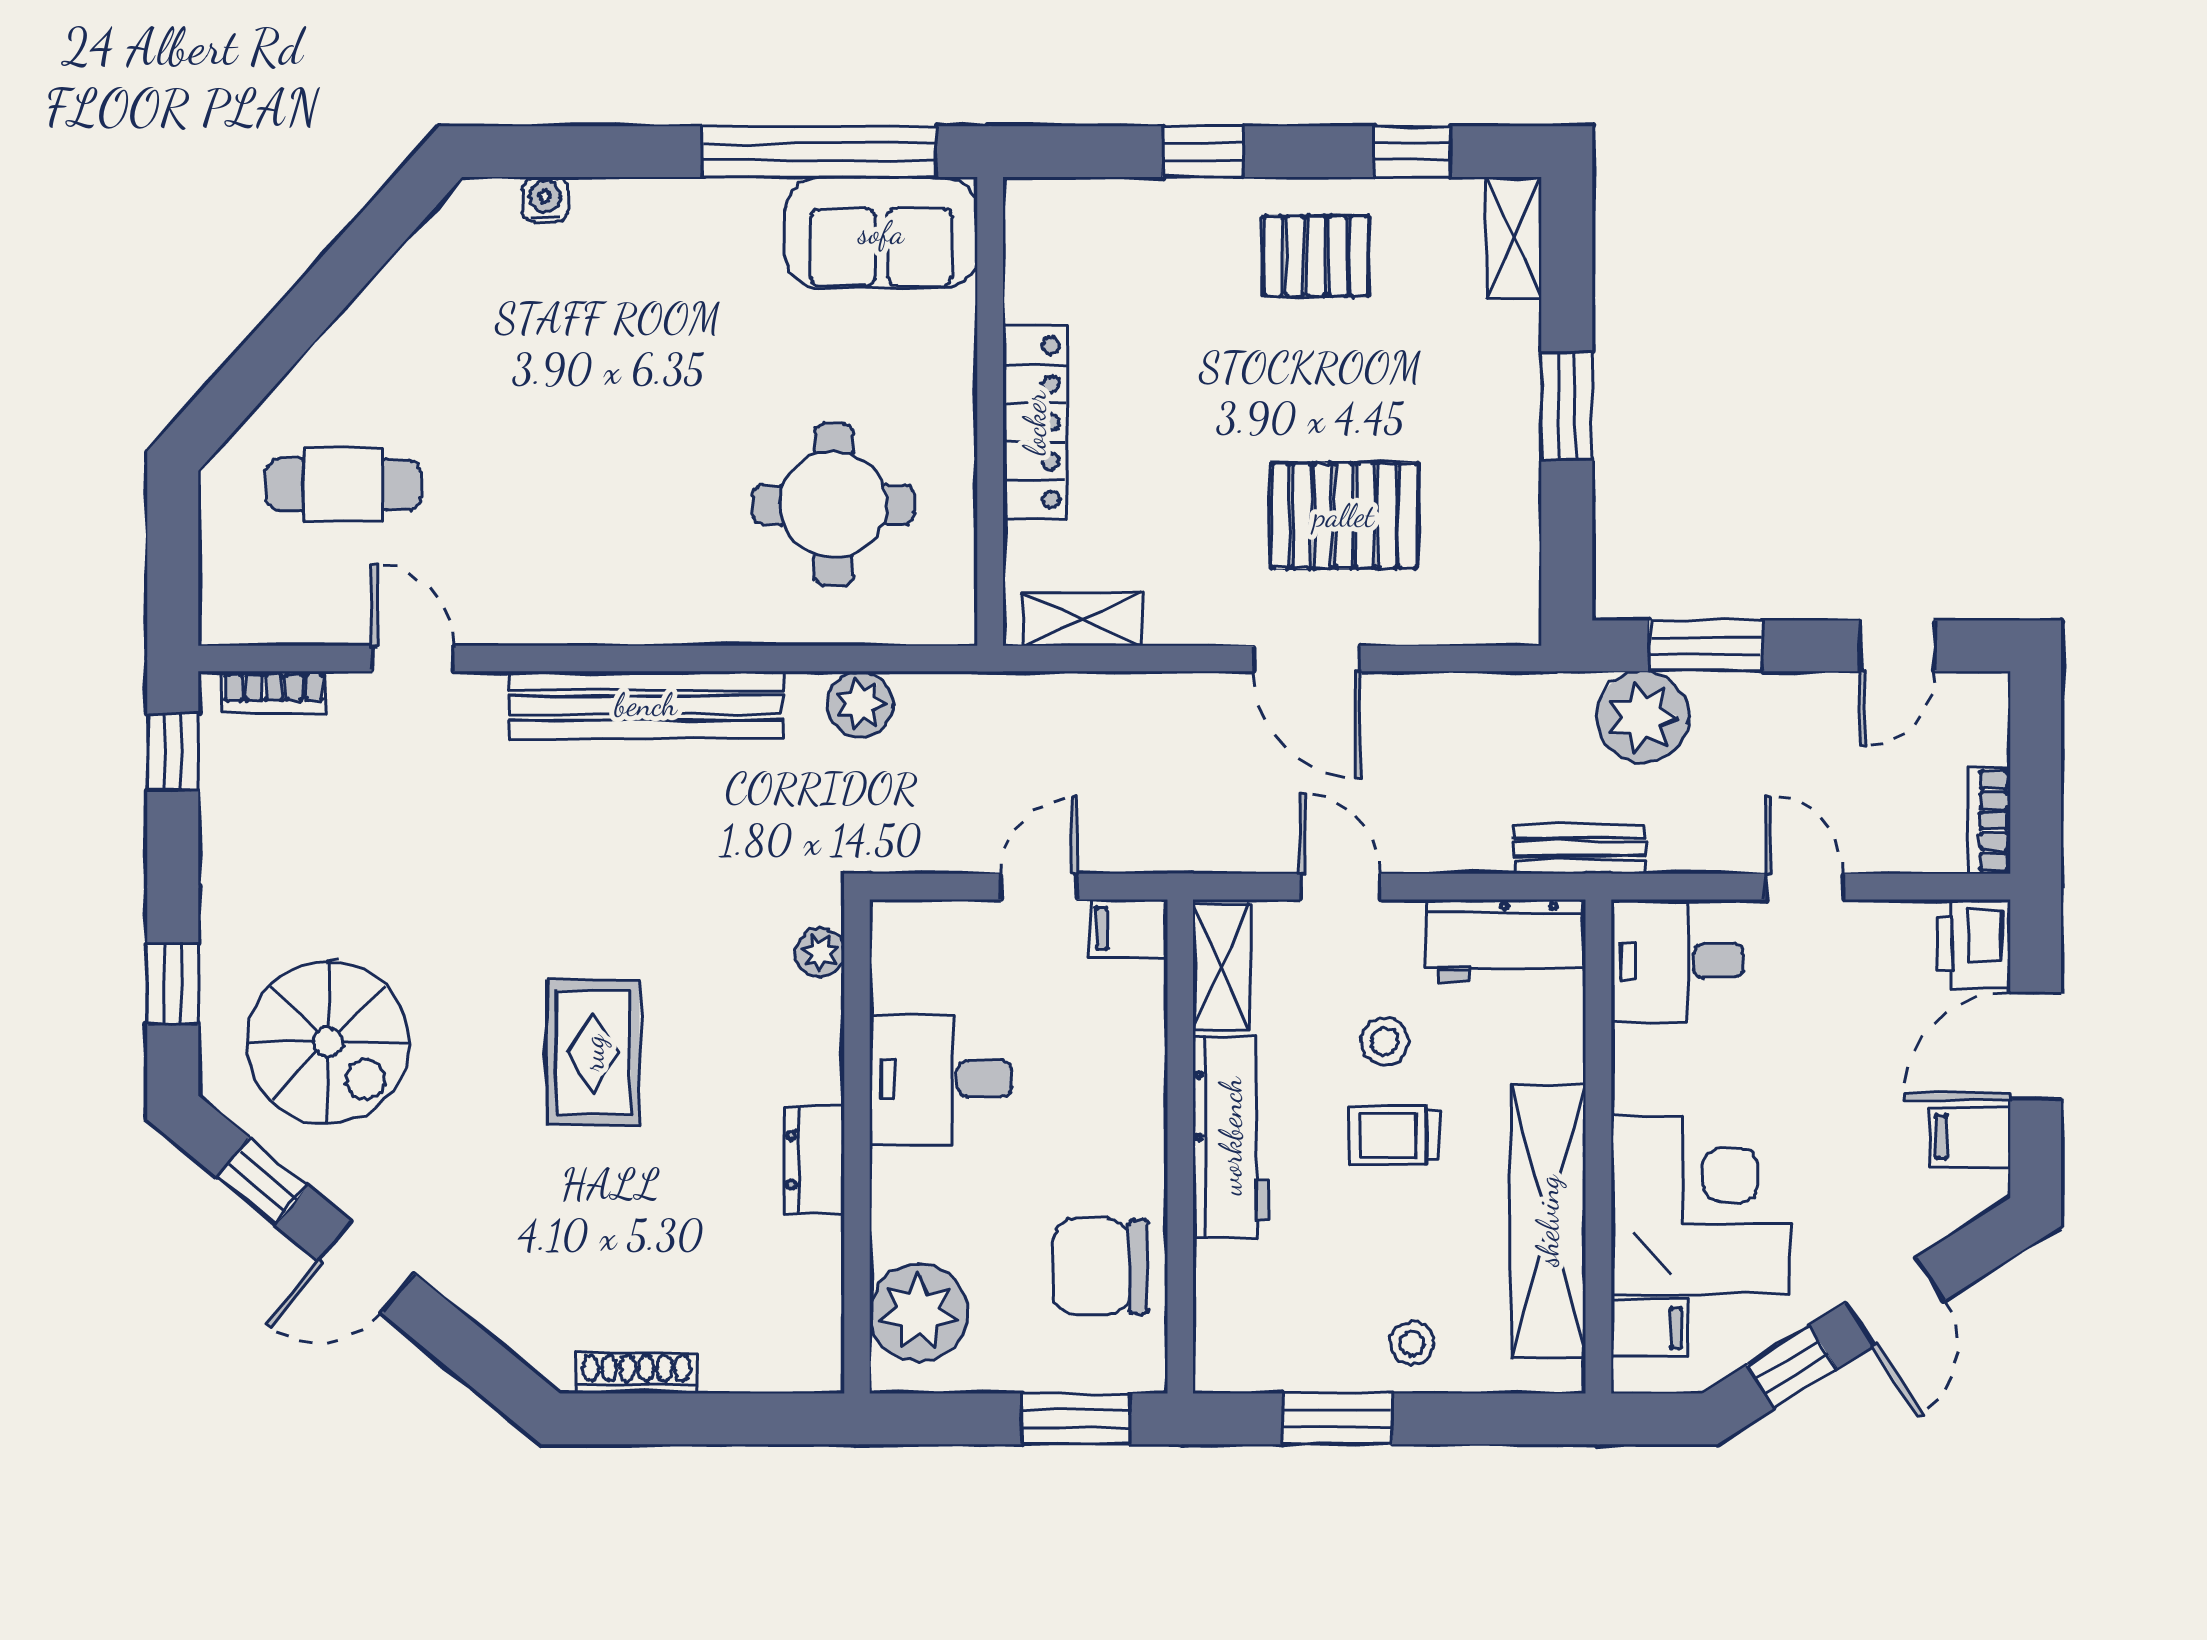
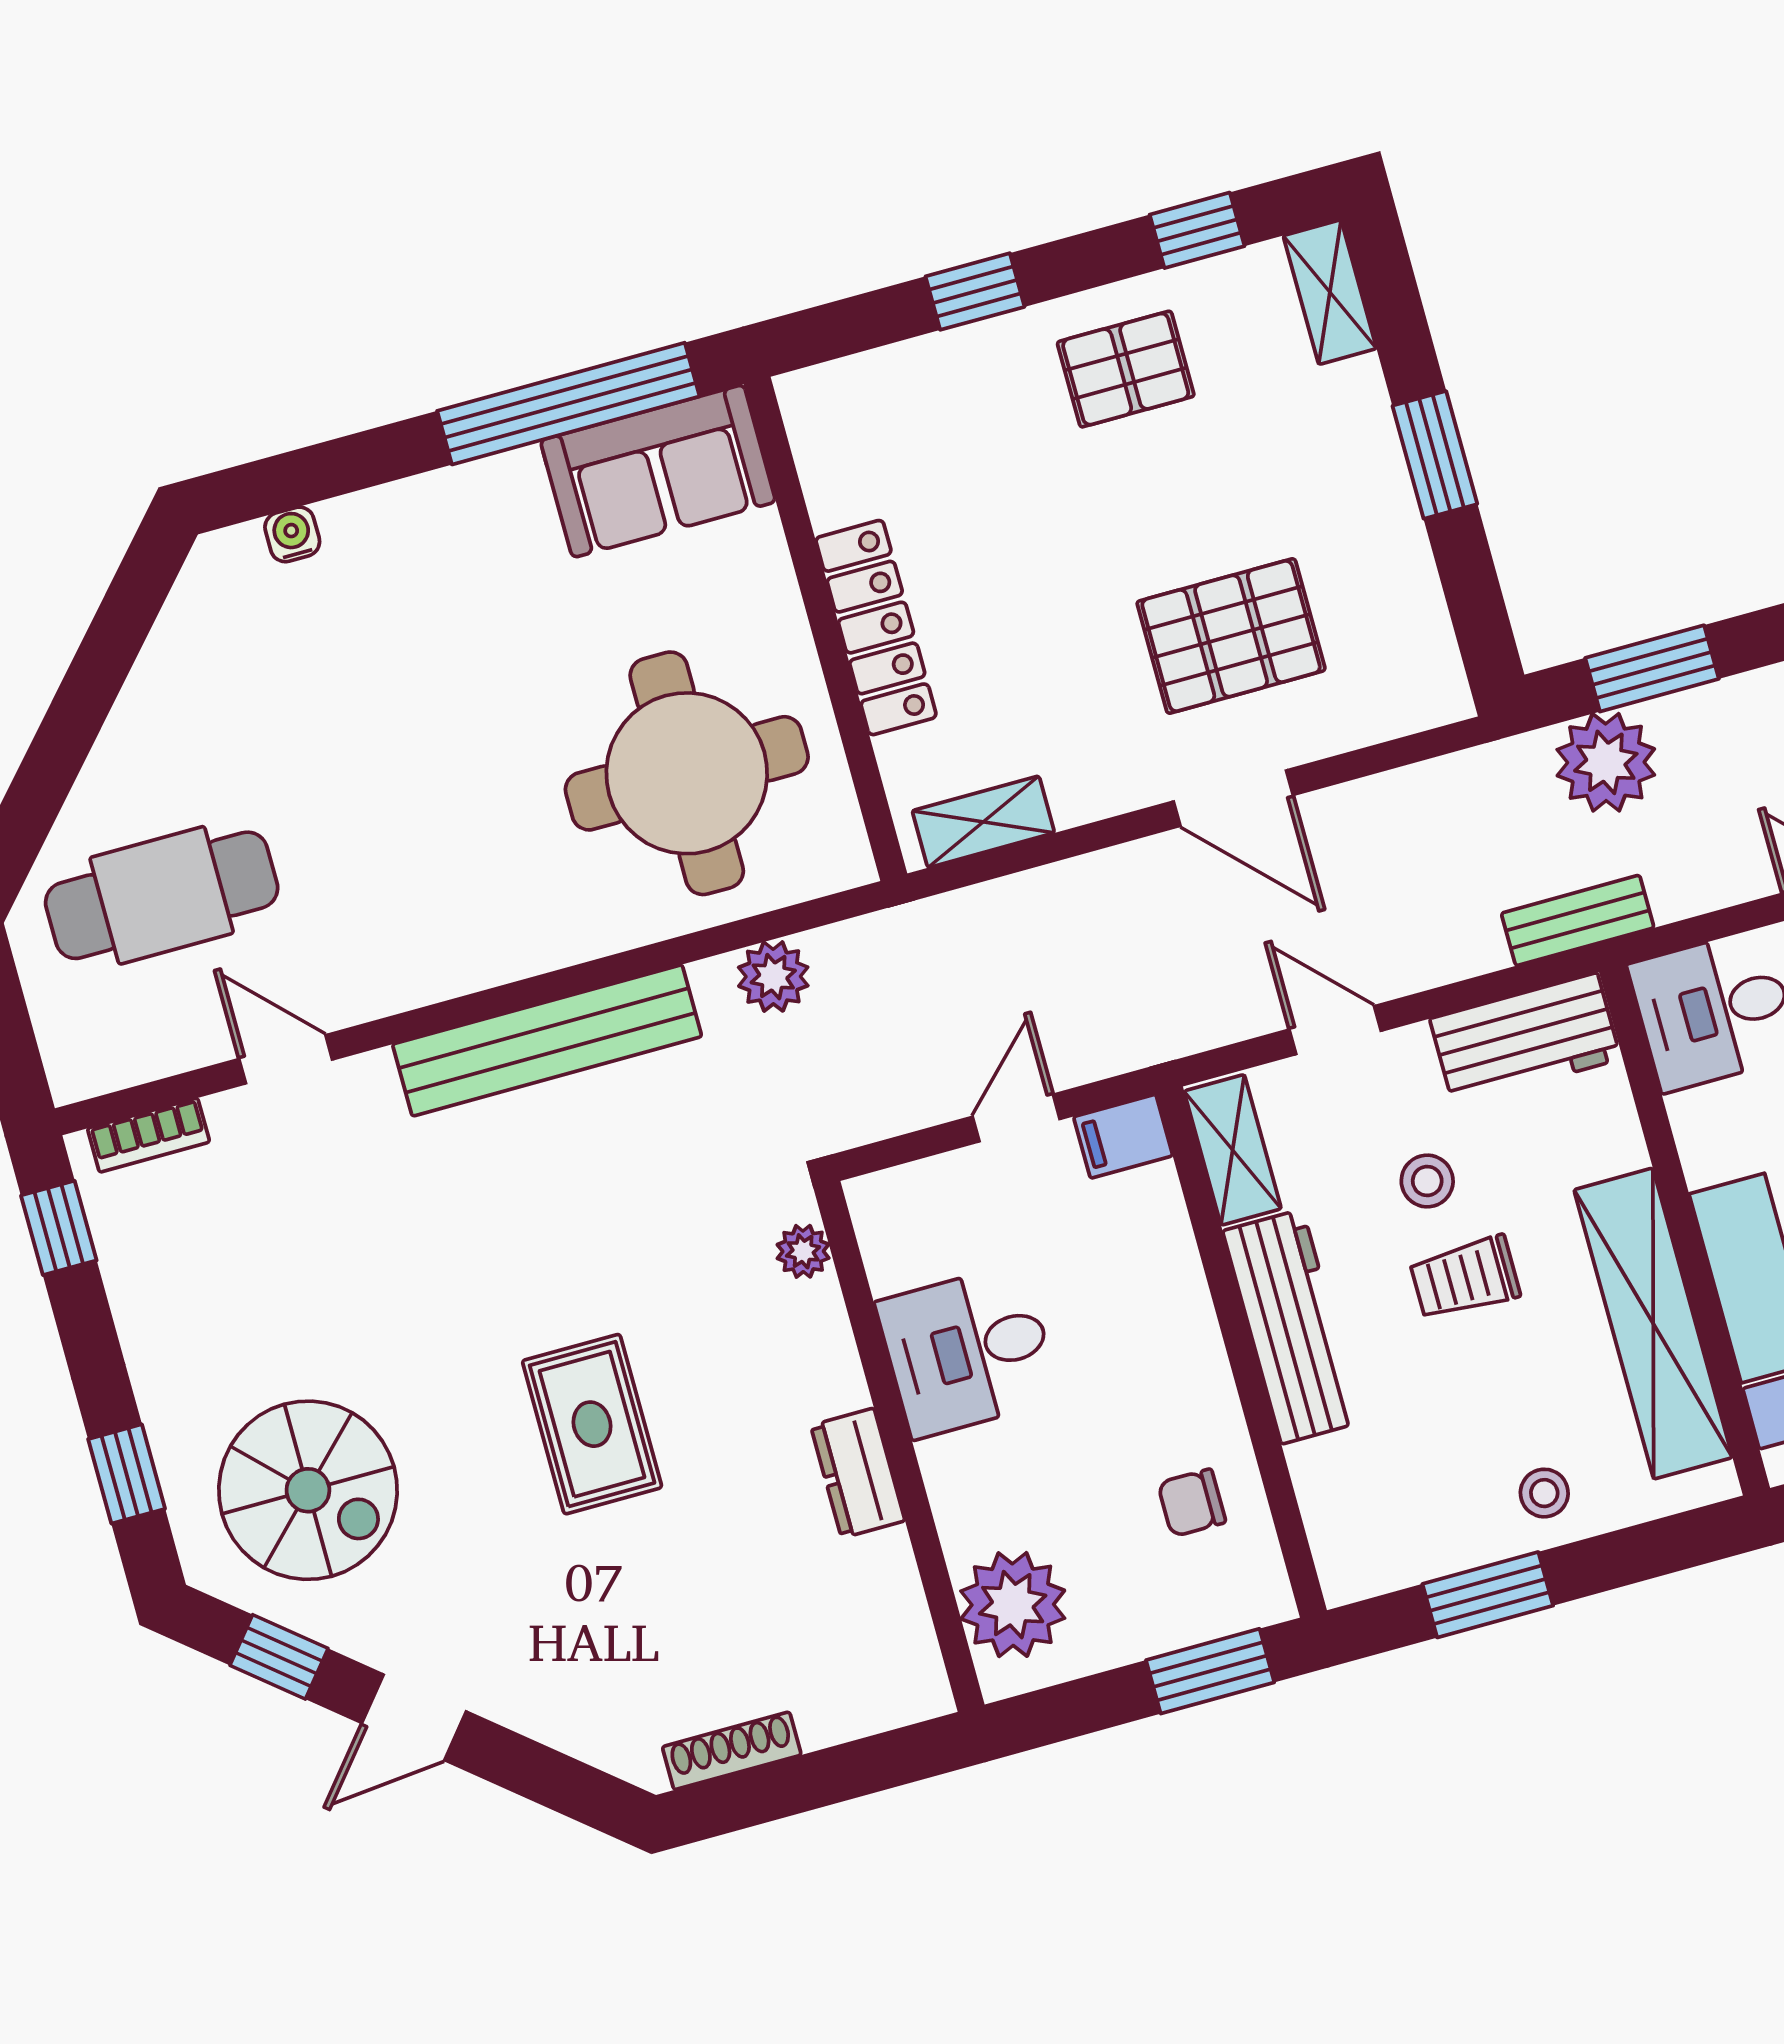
cafe table: (343, 485) -> (162, 895), width x1.37, depth x1.35
round table: (833, 505) -> (687, 773), width x1.36, depth x1.36
chair: (1100, 1267) -> (1192, 1503), width x0.54, depth x0.54

